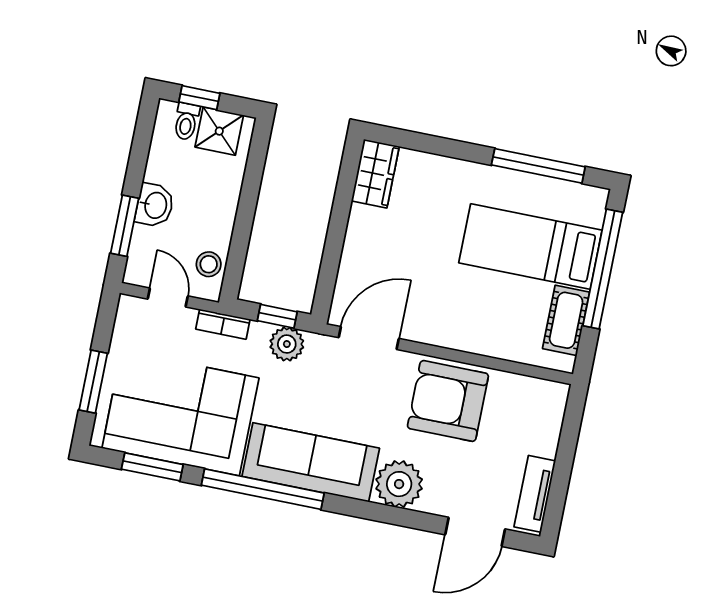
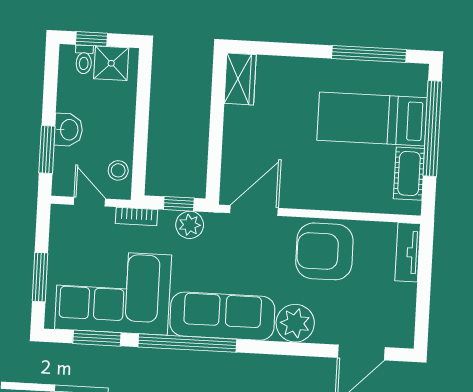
tv unit: (535, 494) -> (408, 252), moved

